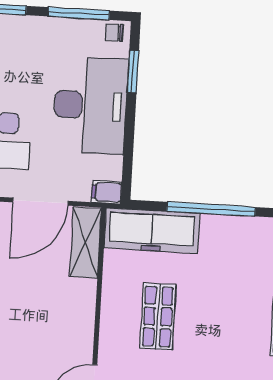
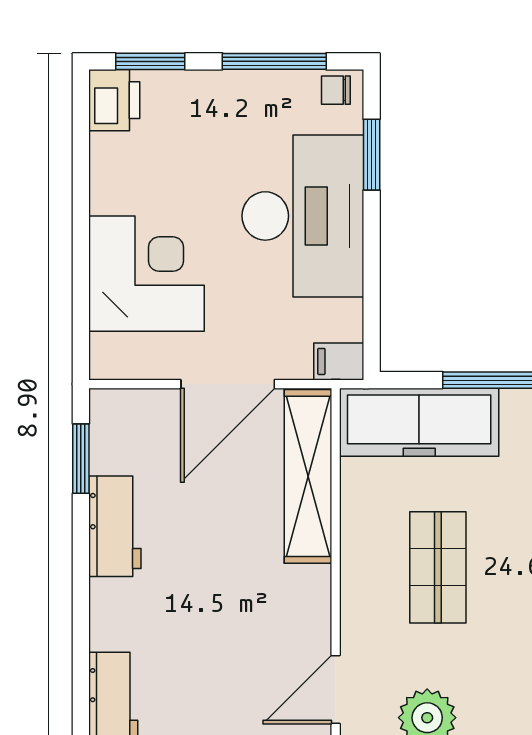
shelving: (86, 242) -> (308, 476), width x1.47

